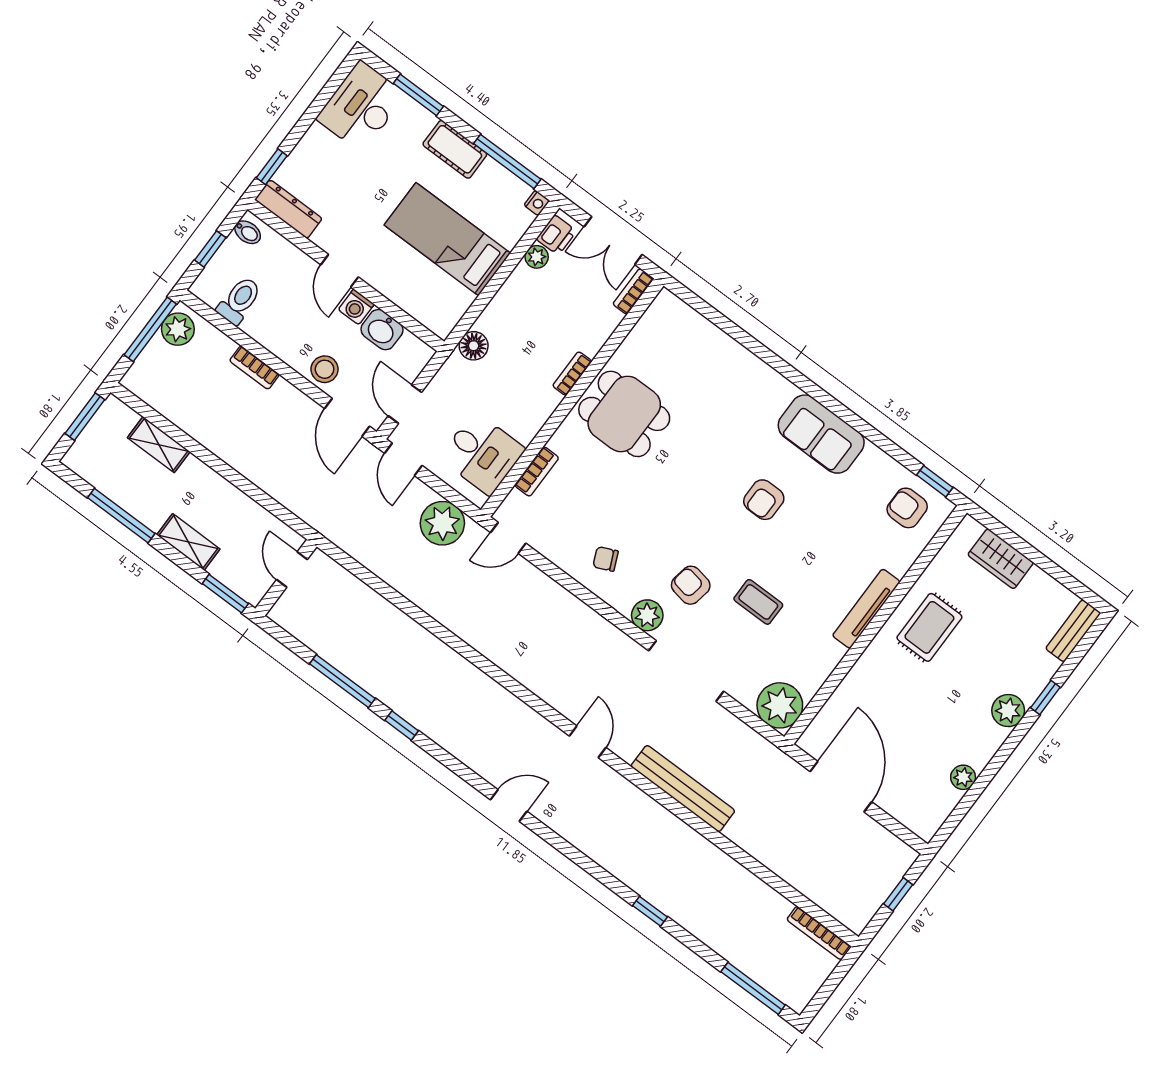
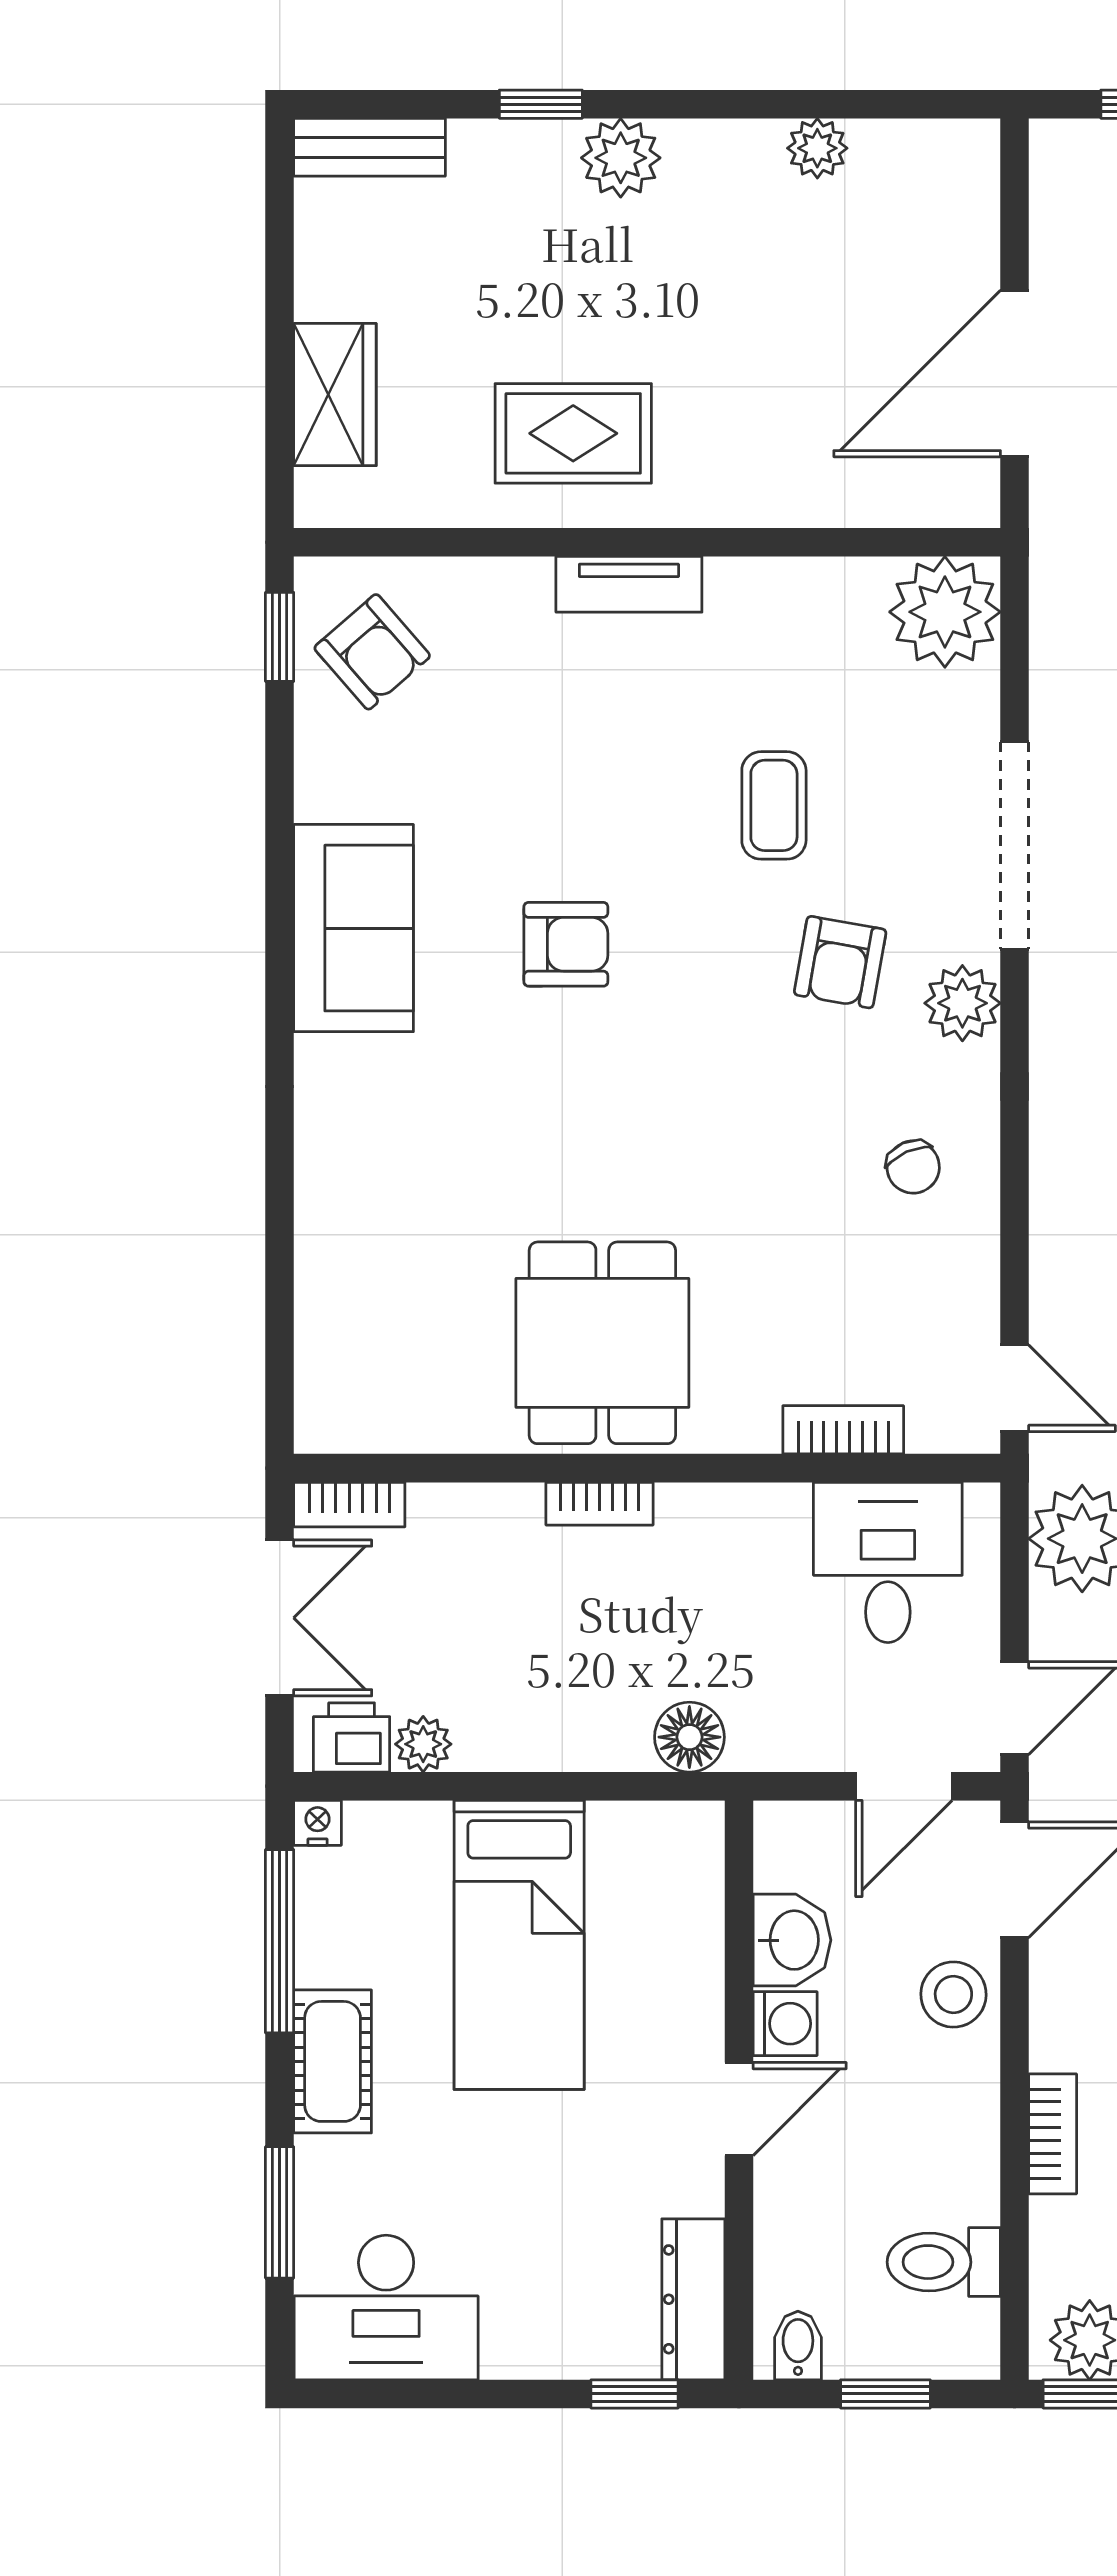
armchair: (907, 508) -> (372, 652), turned -41
tv unit: (866, 609) -> (629, 584), width x0.71

